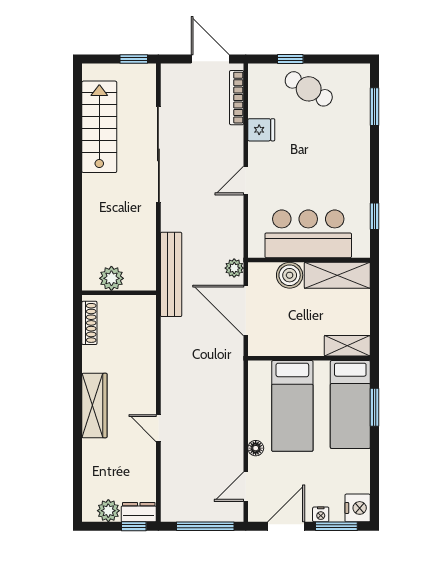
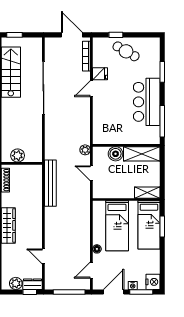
window: (134, 59) -> (14, 35), moved
window: (375, 107) -> (162, 72), moved
door: (246, 180) -> (91, 89), moved
window: (375, 216) -> (162, 121), width x2.17
bar counter: (308, 234) -> (147, 102), moved, turned -90
bench: (171, 274) -> (50, 183), moved
door: (246, 311) -> (91, 173), width x0.53
door: (158, 428) -> (43, 256), moved

